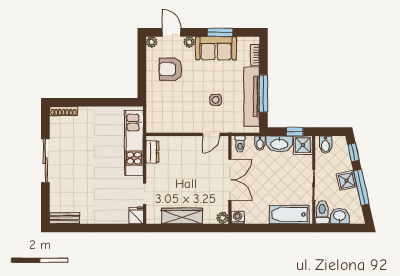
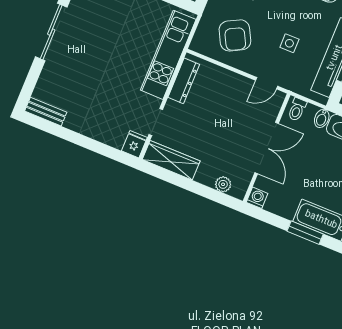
armchair: (175, 110) -> (235, 35), added
dresser: (152, 152) -> (184, 81), width x1.44
wardrobe: (182, 216) -> (171, 160), moved
plant: (223, 218) -> (223, 184), moved
window: (281, 228) -> (305, 233), added

